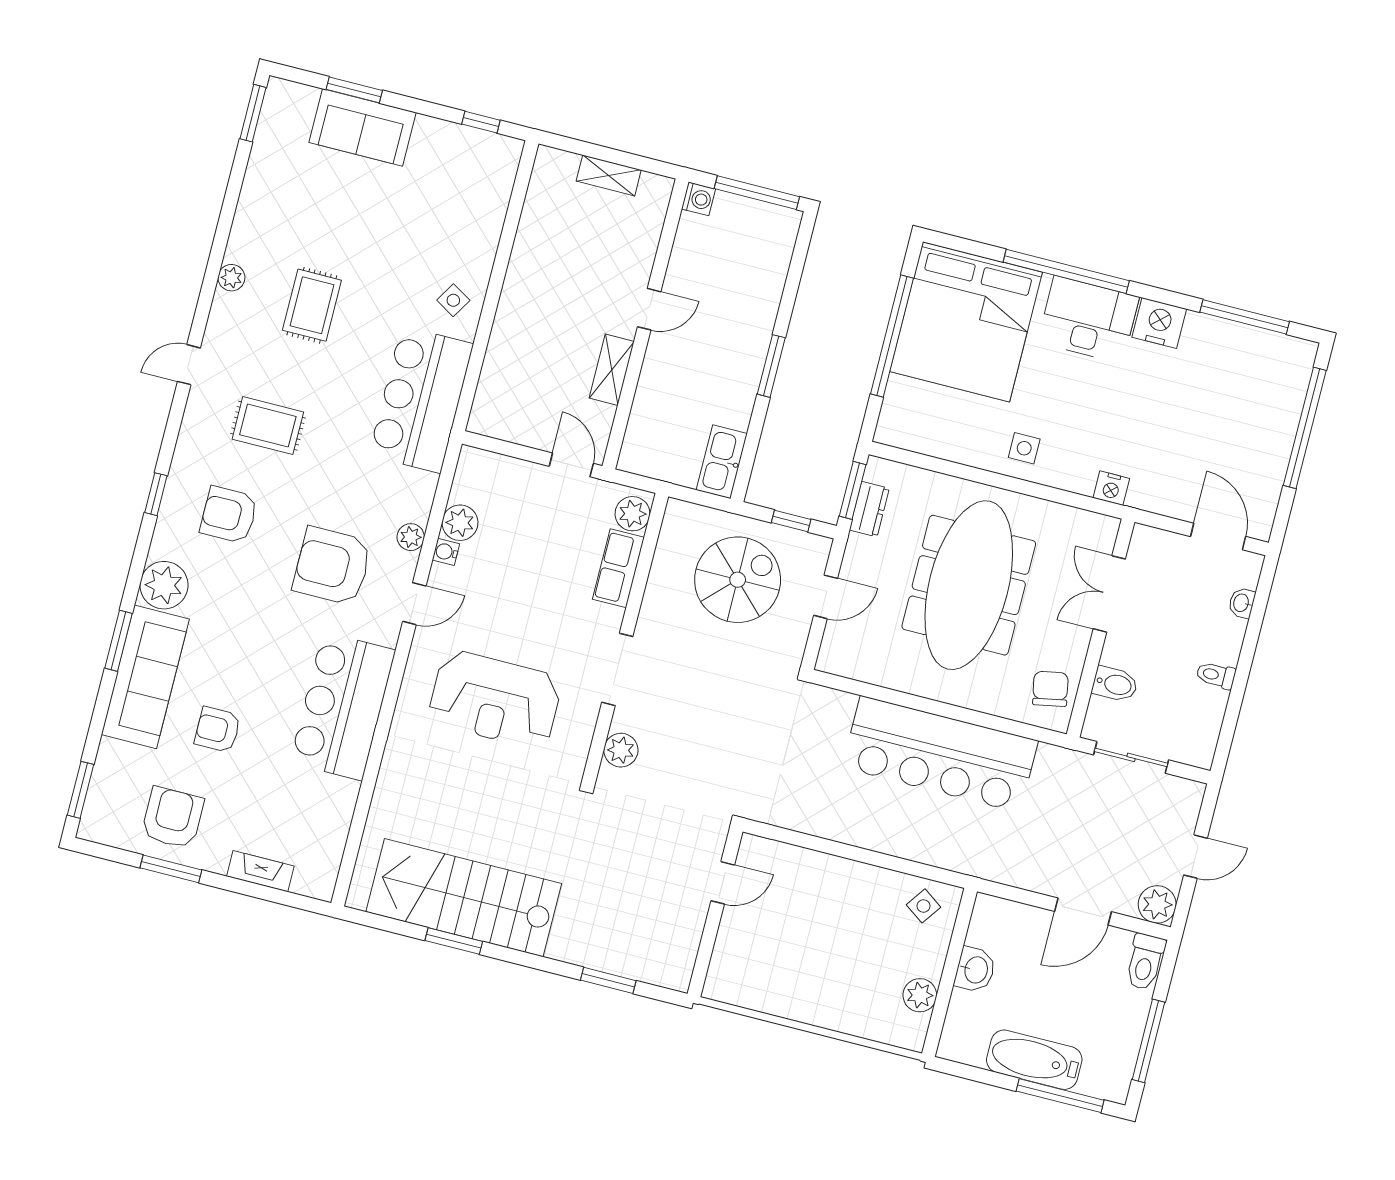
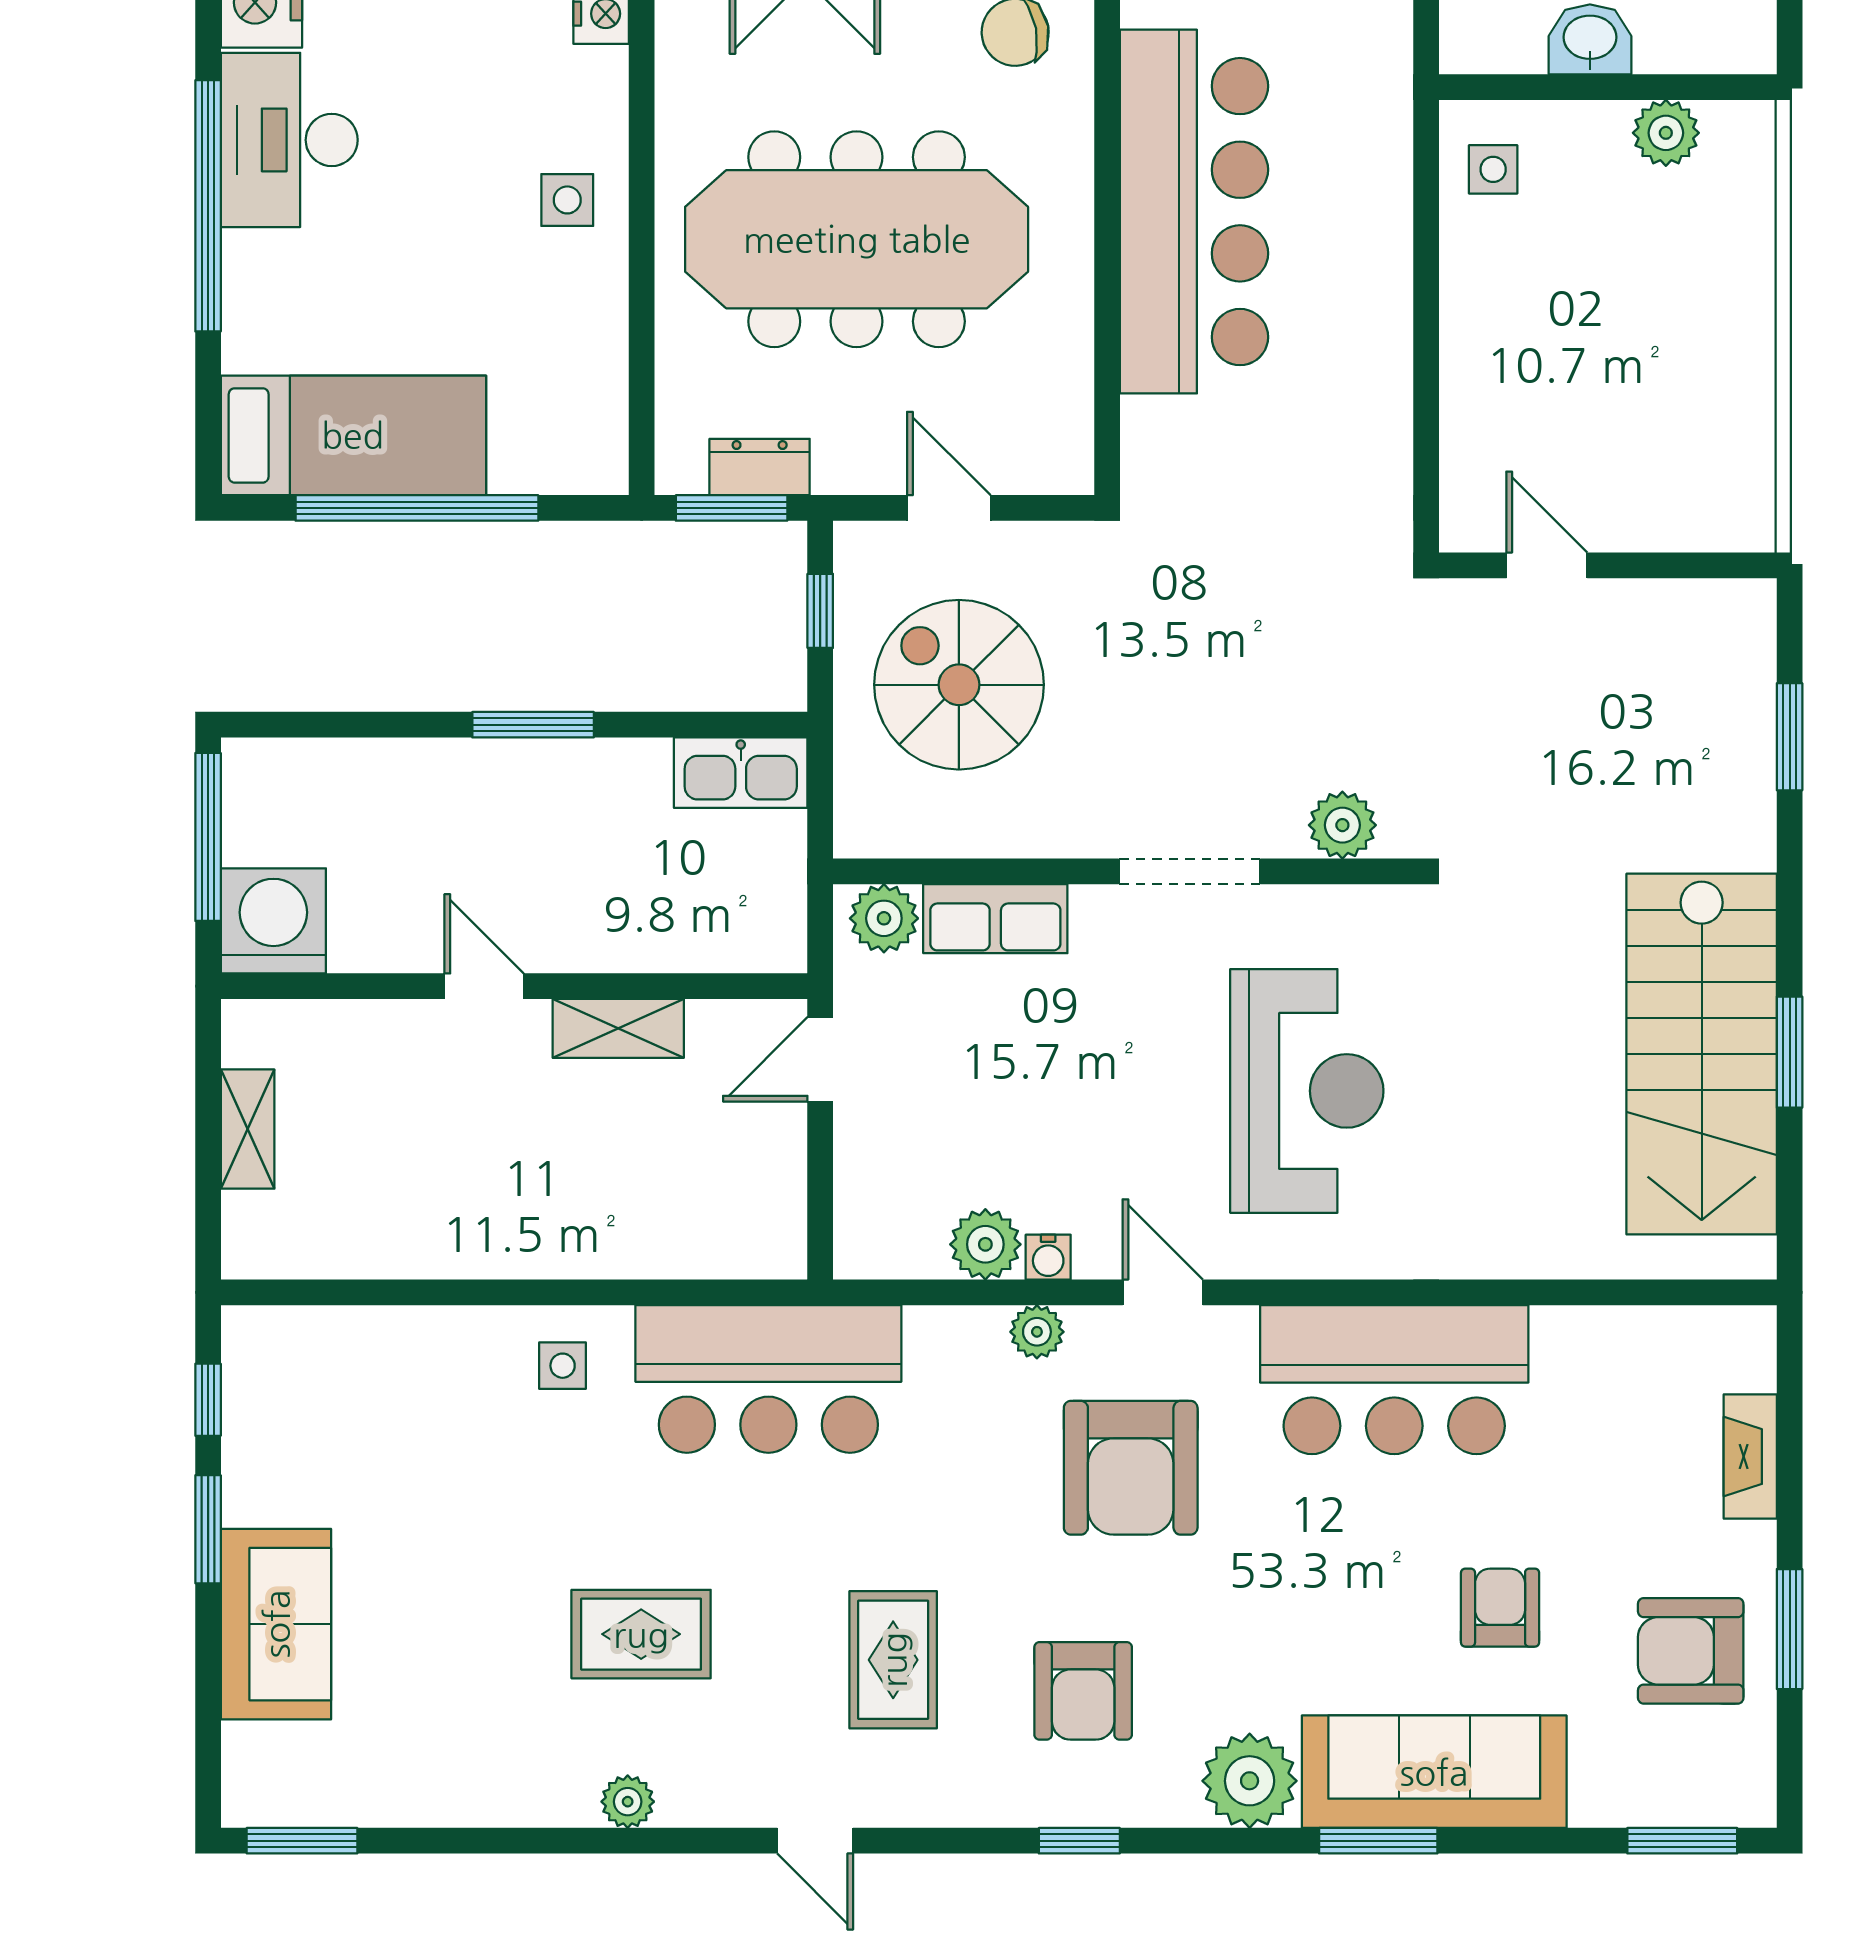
window: (354, 90) -> (208, 1529), moved
washing machine: (698, 199) -> (273, 921), width x1.89, depth x1.89
side table: (453, 300) -> (563, 1366), turned -31
bed: (966, 322) -> (353, 435), width x0.49
armchair: (218, 730) -> (1500, 1608), turned 180
side table: (924, 906) -> (1493, 169), turned -35

